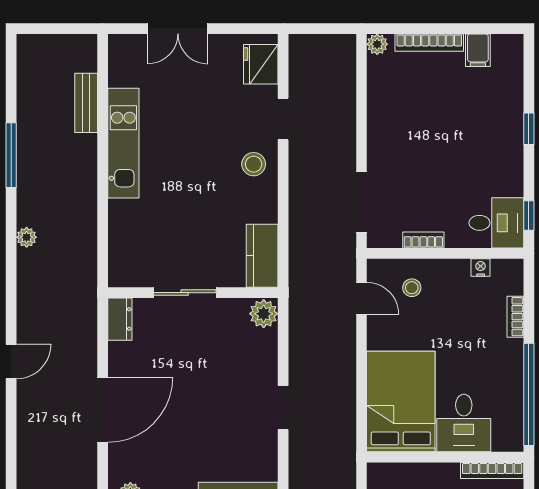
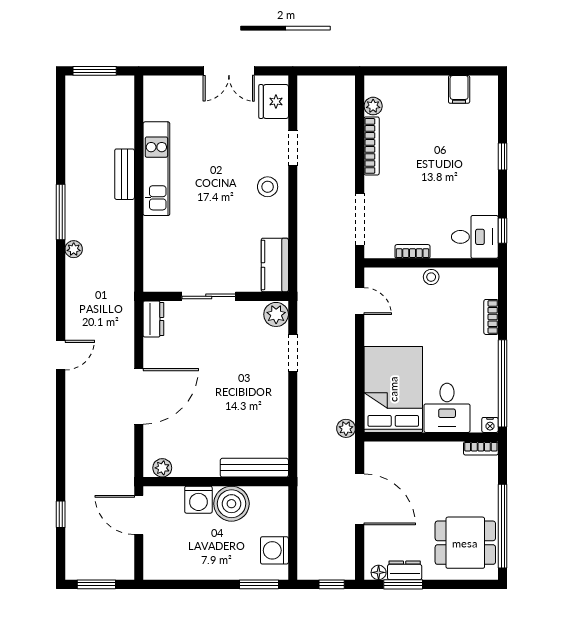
window: (51, 29) -> (95, 71), added
double door: (178, 29) -> (229, 71), moved
bookcase: (429, 43) -> (372, 146), moved, turned -90
plant: (377, 44) -> (373, 106), moved
bench: (86, 103) -> (125, 174), moved
window: (11, 155) -> (61, 212), moved
nightstand: (481, 267) -> (490, 425), moved, turned 180
stool: (412, 288) -> (431, 277), moved
doorway: (283, 408) -> (293, 353), moved
plant: (345, 447) -> (346, 428), added
bookcase: (492, 471) -> (481, 448), width x0.64

